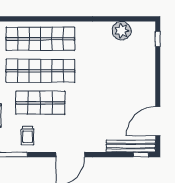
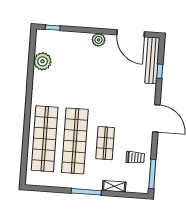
plant: (148, 88) -> (99, 40), added
shop shelf: (40, 103) -> (105, 143), width x0.70, depth x0.74
window: (141, 155) -> (160, 71), moved

